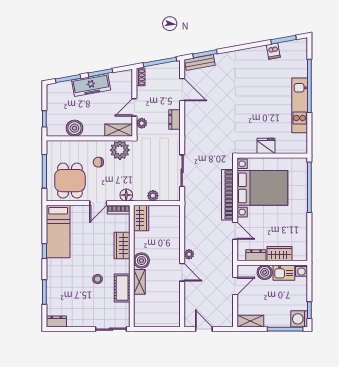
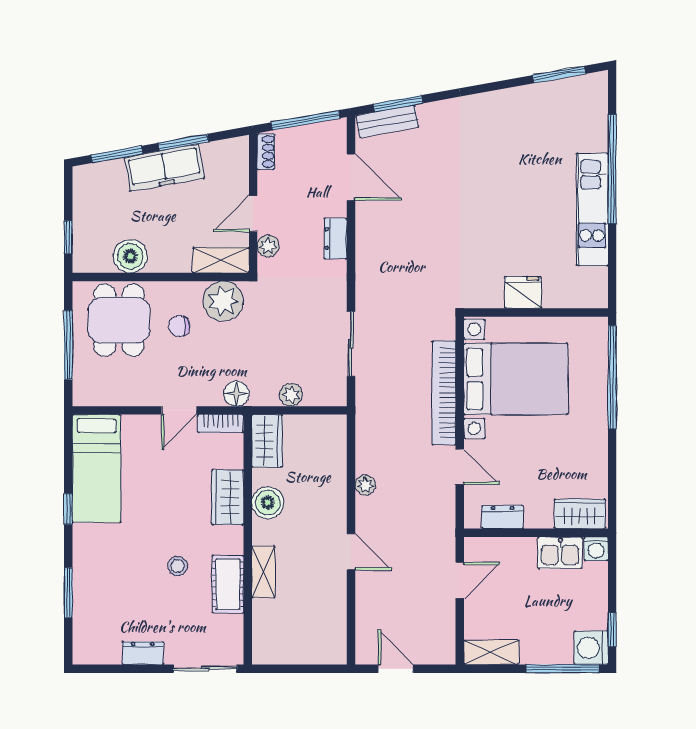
dishwasher: (273, 51) -> (538, 98), removed
dining table: (70, 181) -> (119, 320), moved
plant: (189, 254) -> (365, 485), moved
wardrobe: (279, 254) -> (580, 514), moved
boiler: (142, 261) -> (268, 503), moved
boiler: (265, 272) -> (521, 552), removed
dresser: (56, 321) -> (143, 653), moved

